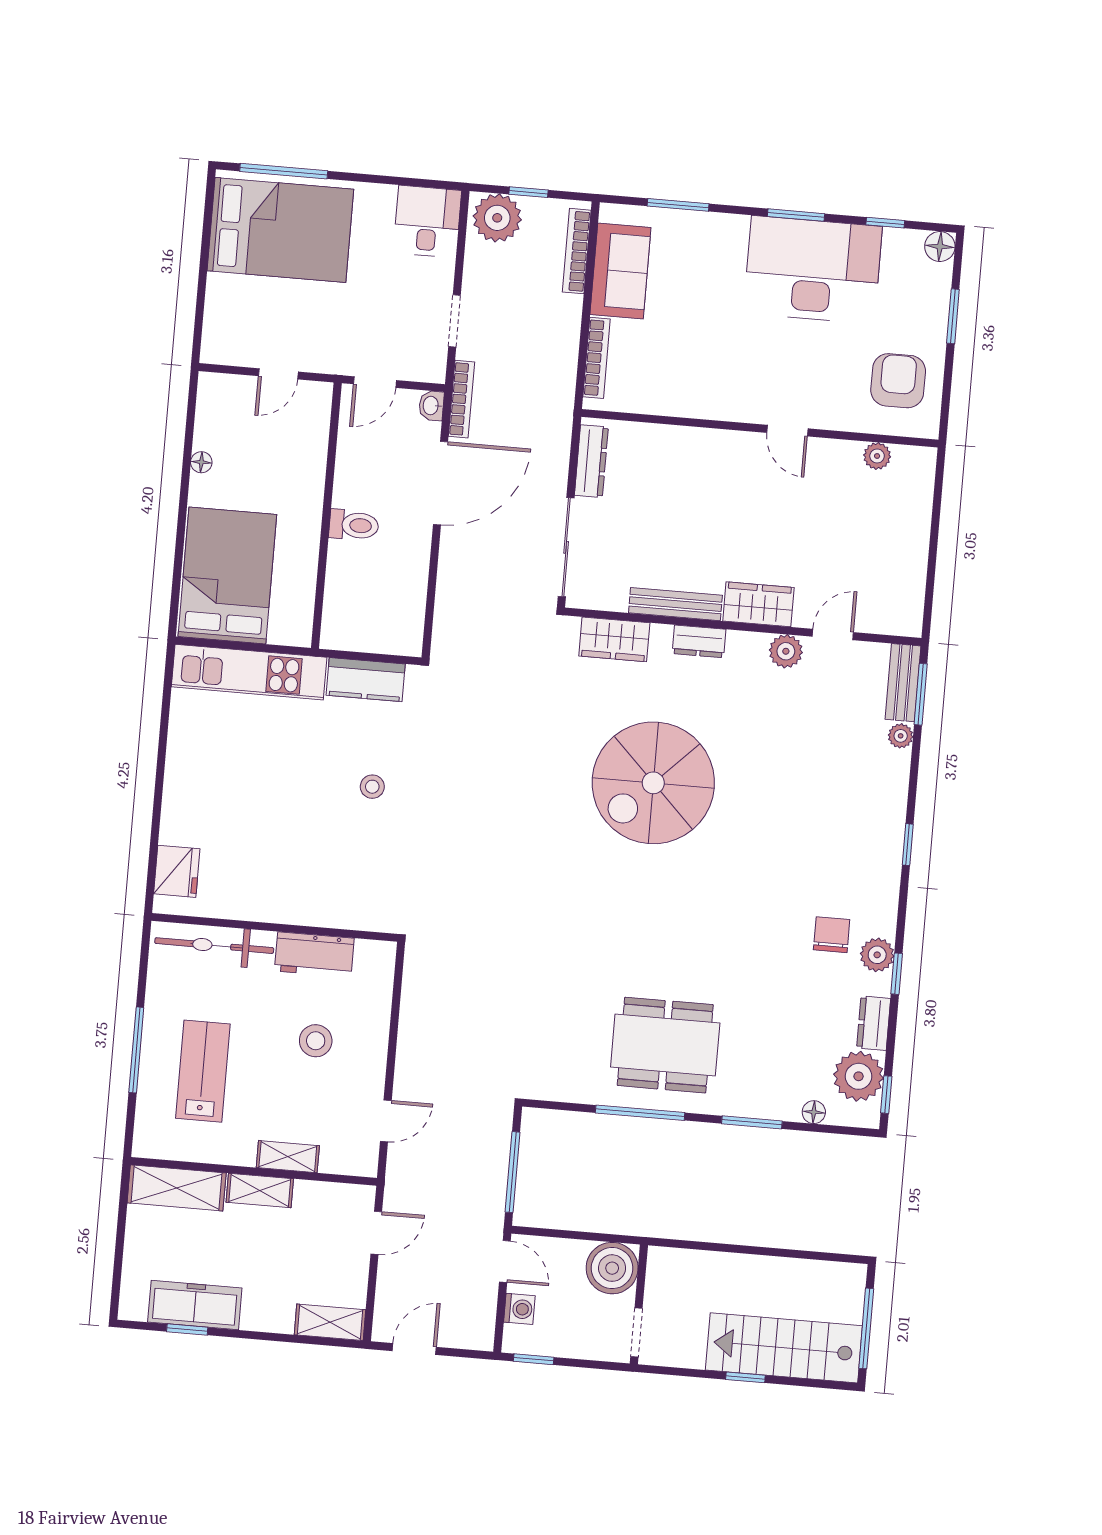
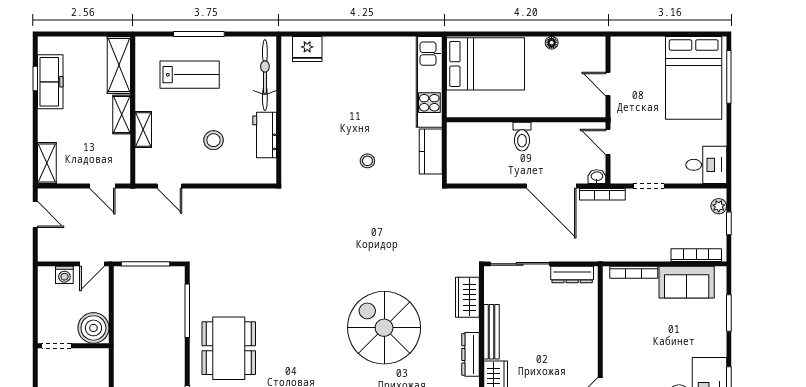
plant: (497, 218) -> (719, 206), width x0.53, depth x0.53
dresser: (699, 641) -> (470, 354), width x1.44
window: (640, 1113) -> (187, 311), moved
window: (534, 1359) -> (35, 286), removed

